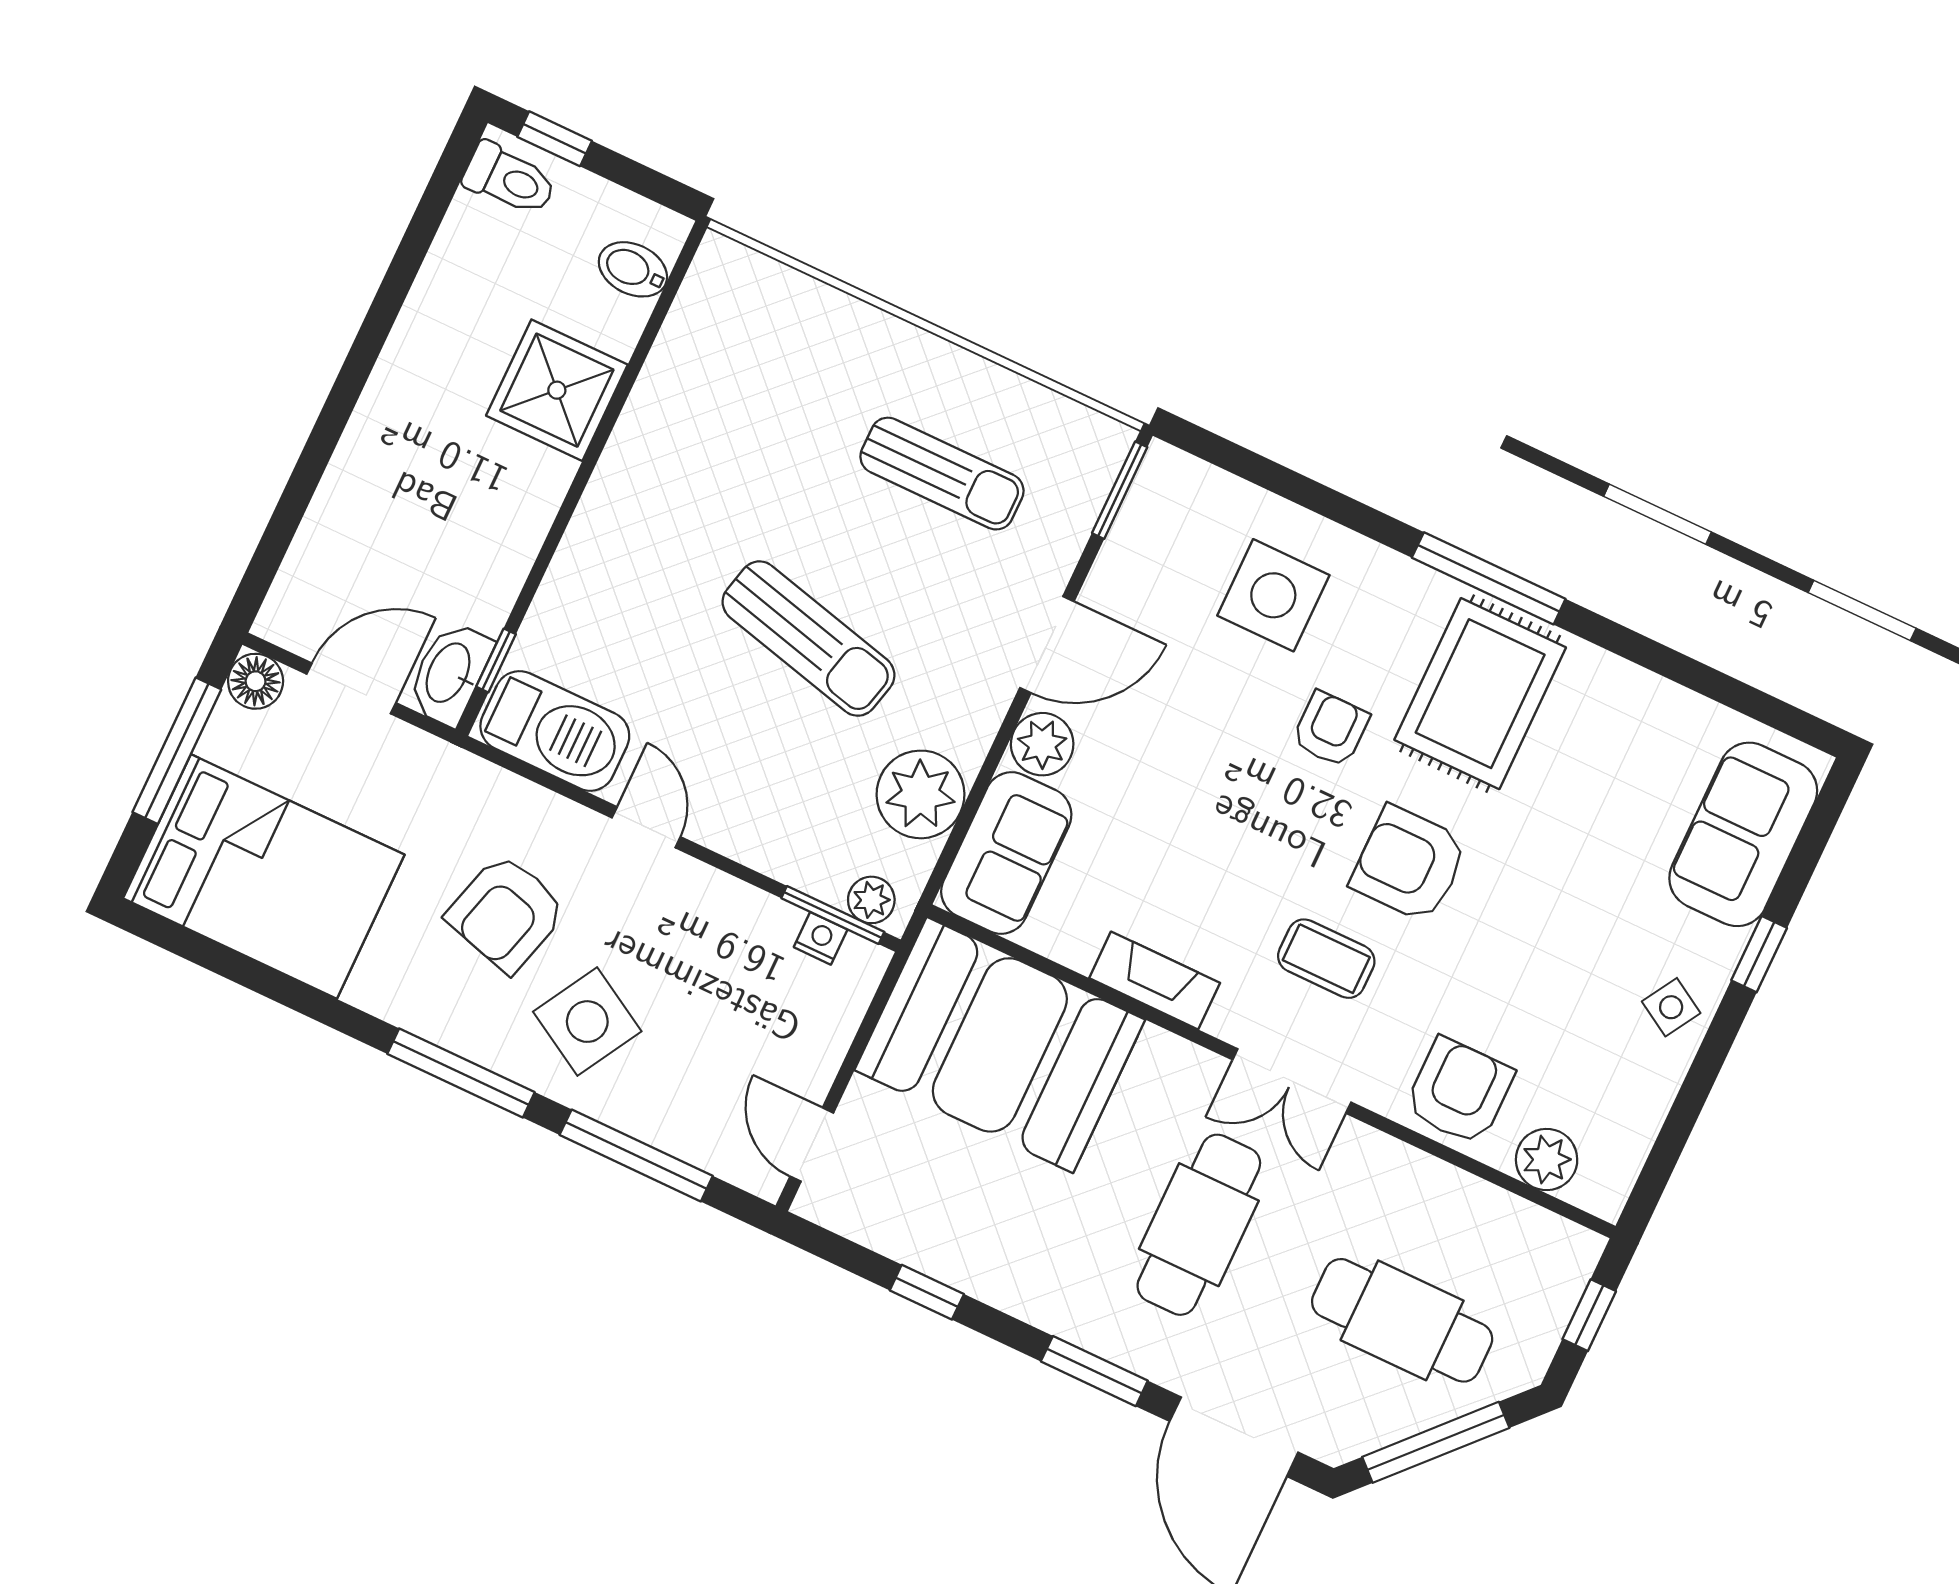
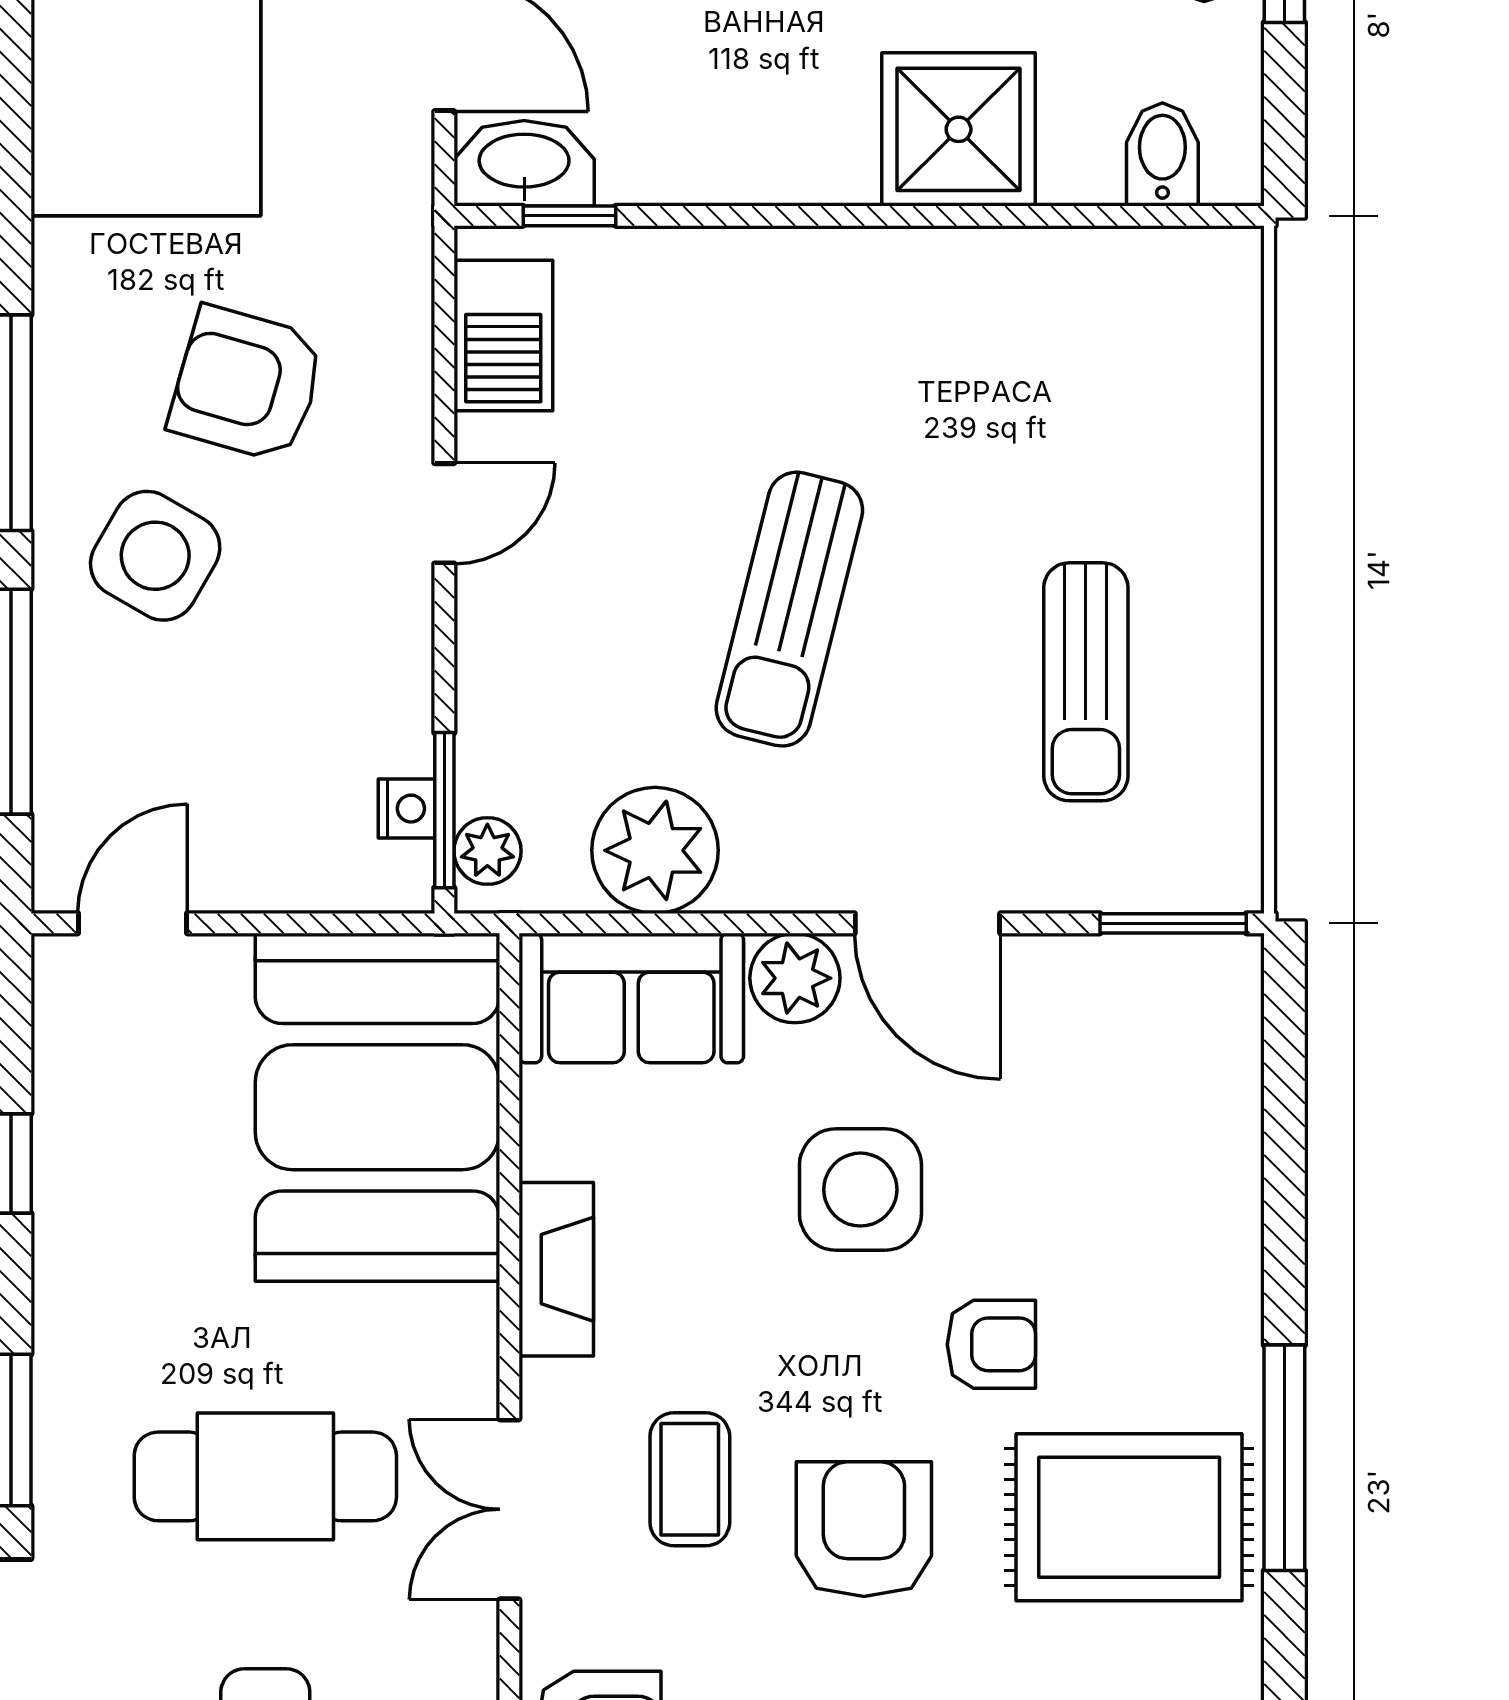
side table: (1273, 595) -> (860, 1190), moved
barbecue: (555, 731) -> (503, 335), width x0.73, depth x0.83

